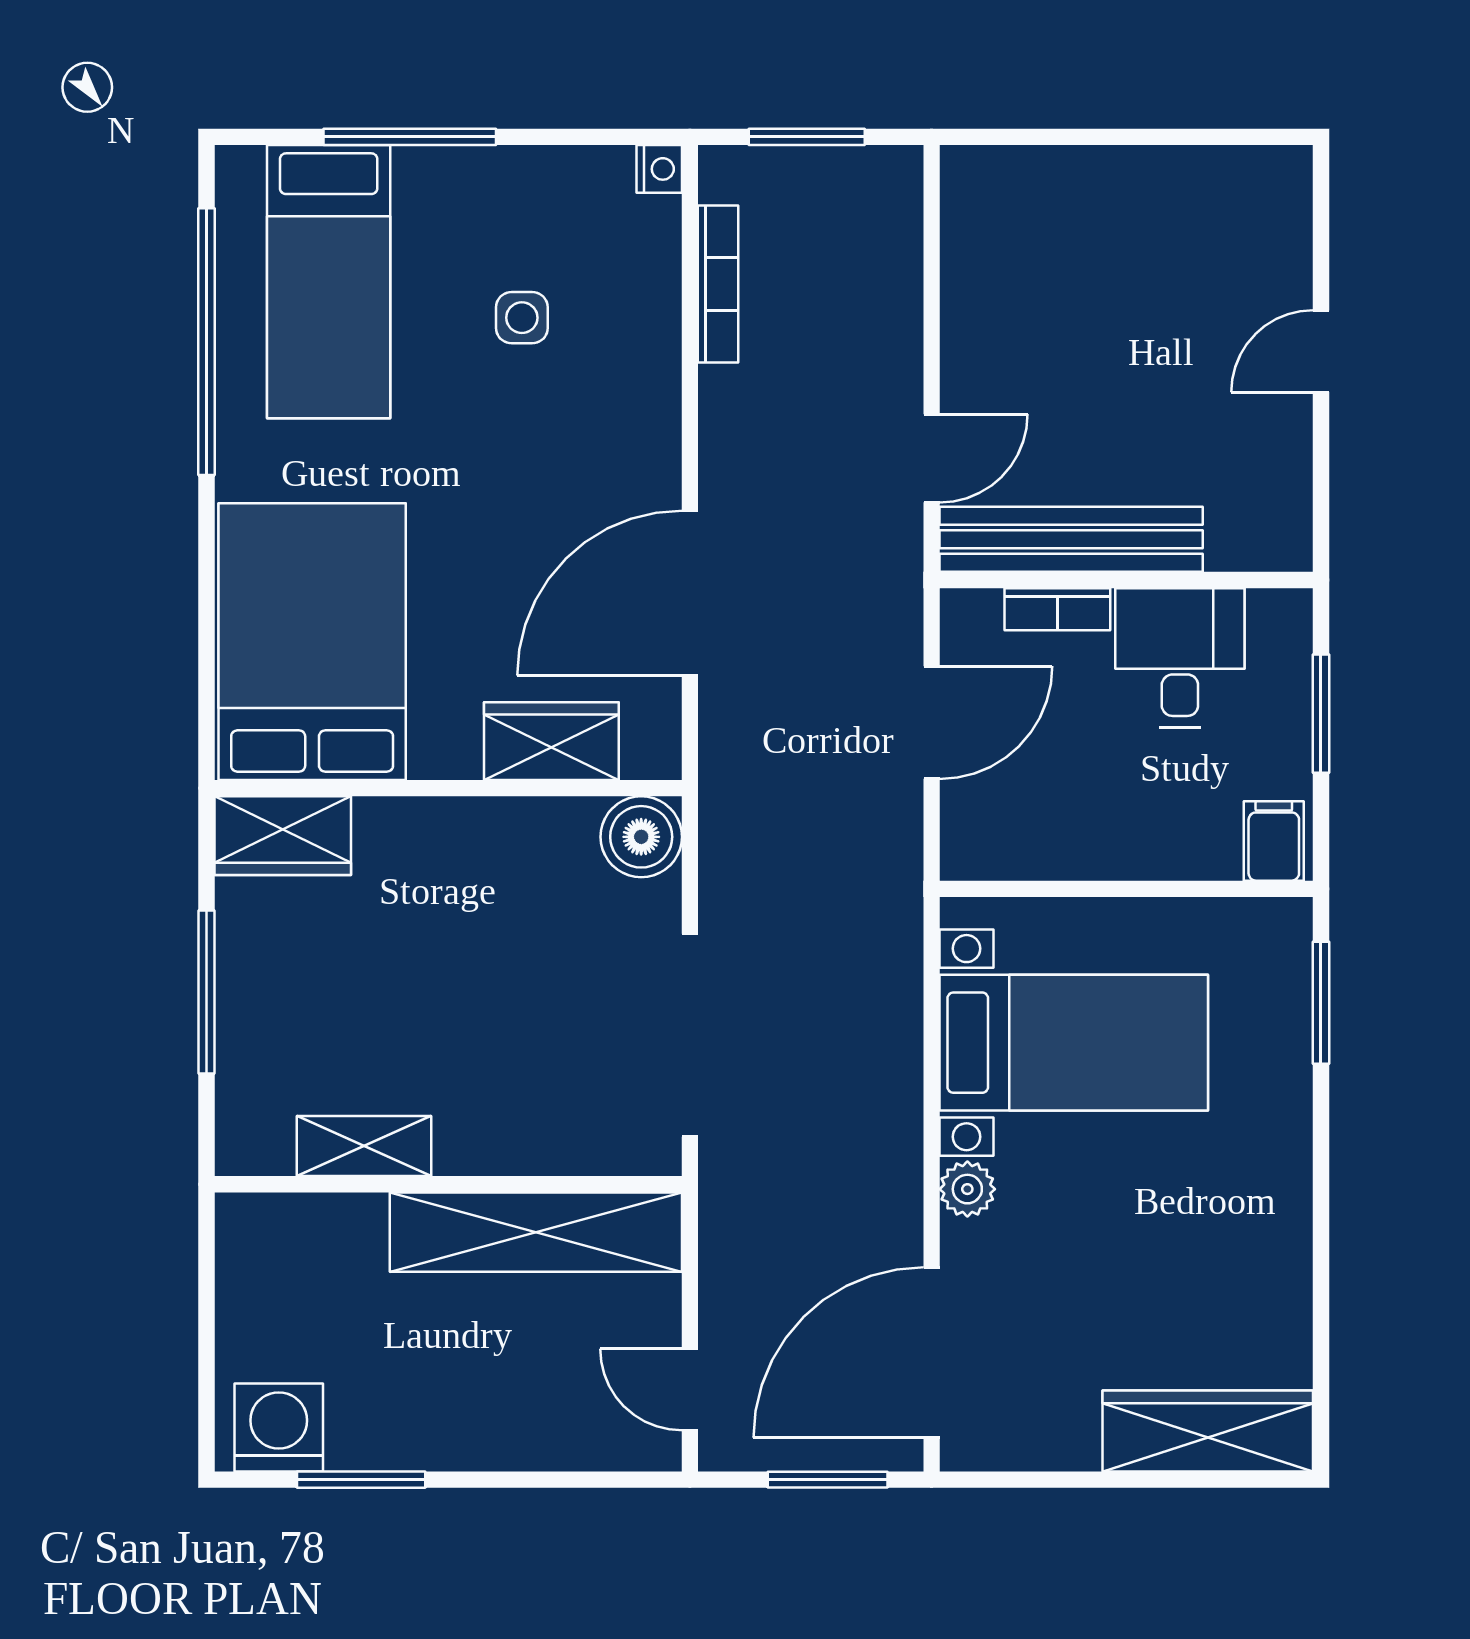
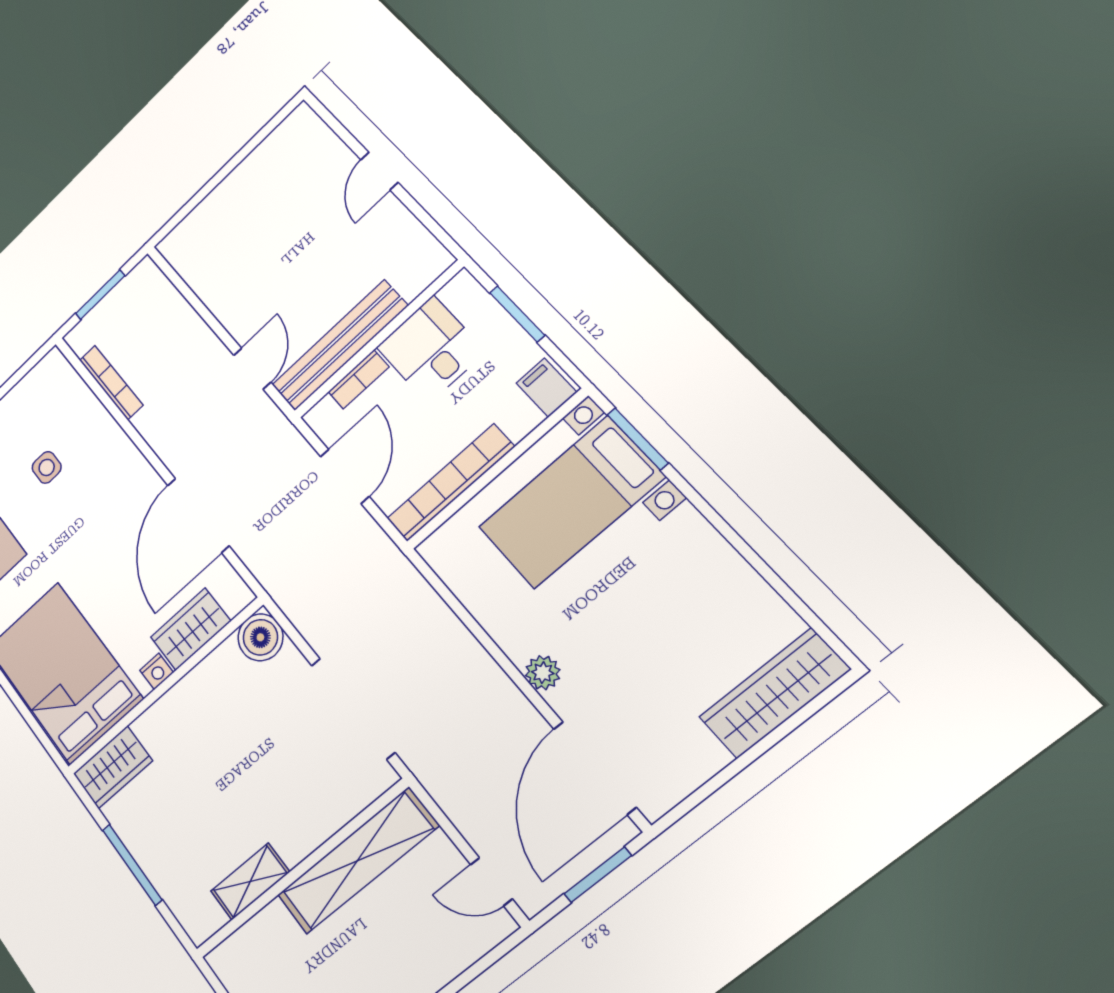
nightstand: (659, 169) -> (157, 671), moved, turned 90
bookcase: (1057, 854) -> (450, 483), added
bed with nightstands: (1074, 1043) -> (571, 502), moved, turned 180

